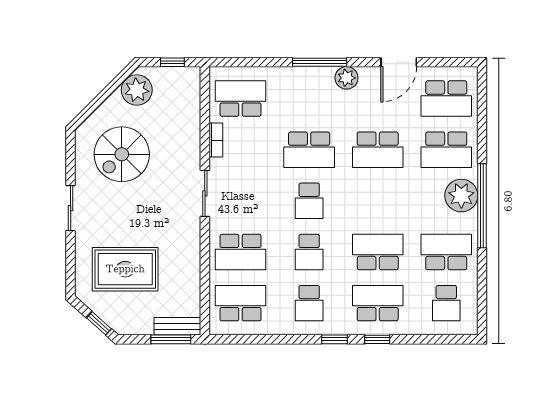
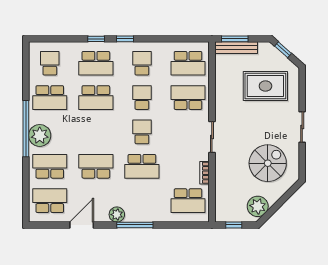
school desk: (309, 150) -> (142, 166), turned 180
bench: (177, 326) -> (236, 48), width x1.36

